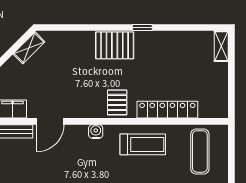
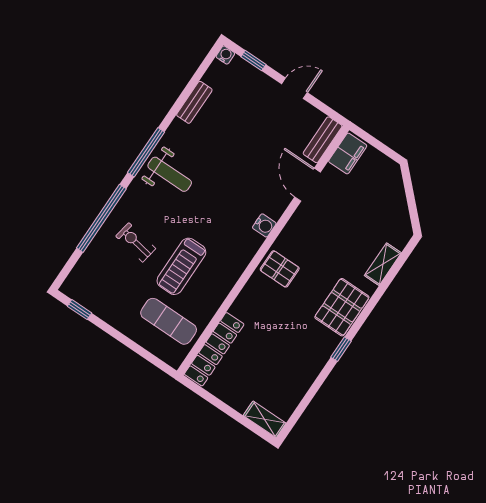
shelving: (29, 48) -> (383, 264), moved, turned 45
locker: (167, 110) -> (214, 349), moved
treadmill: (143, 144) -> (181, 266), moved

